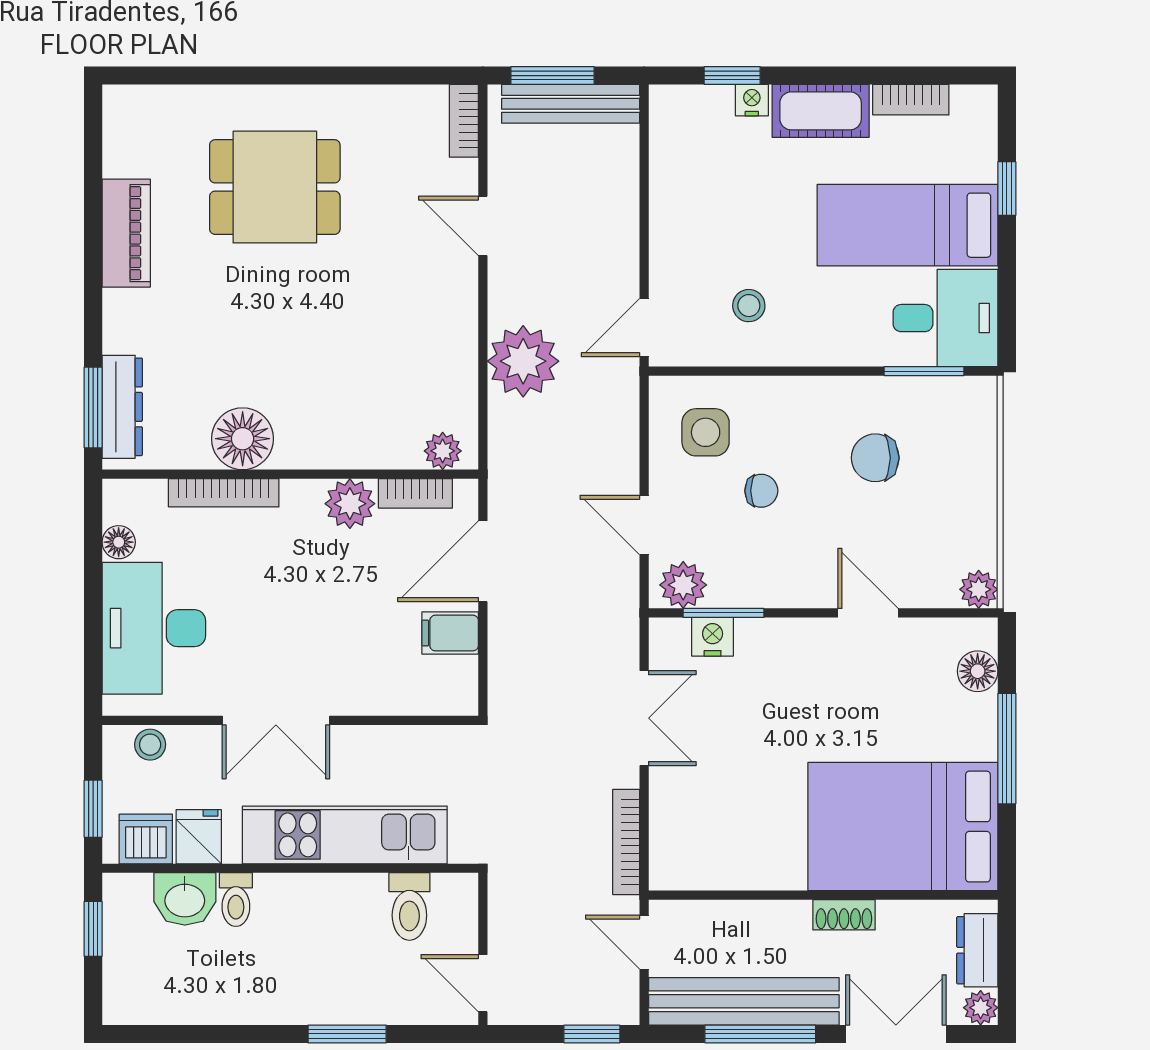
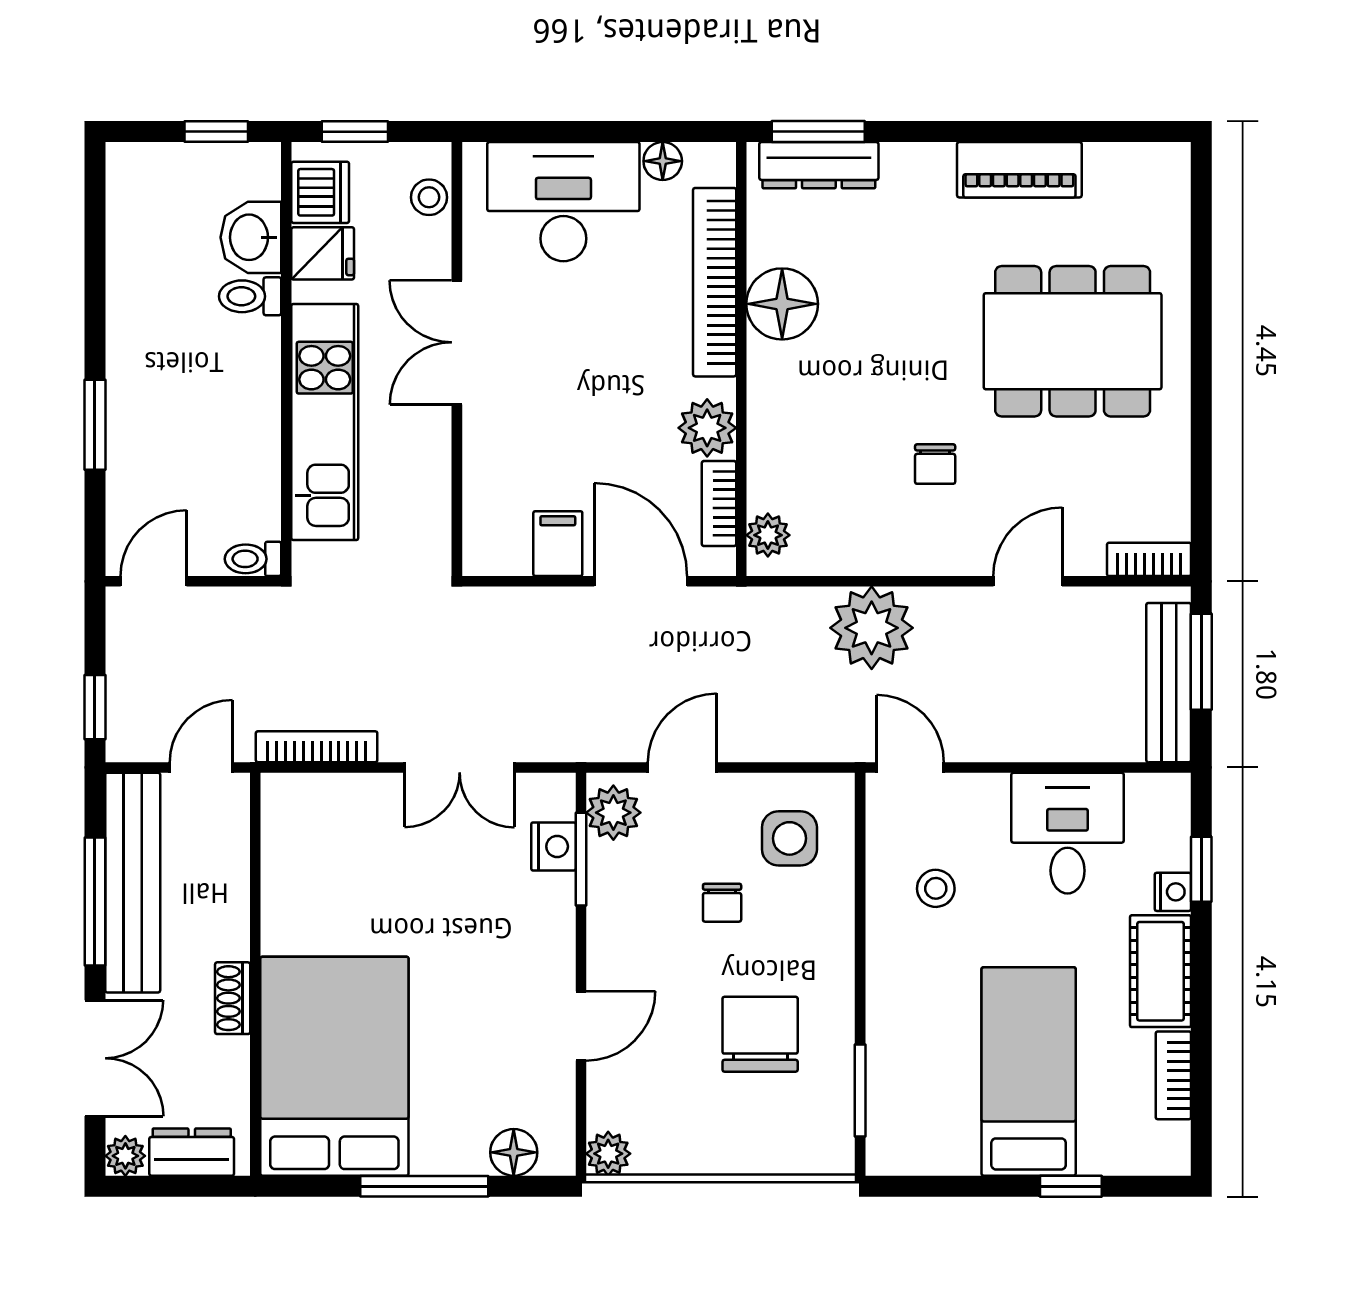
dining table: (275, 187) -> (1073, 341), width x1.38
chair: (381, 306) -> (935, 464), added
desk: (945, 318) -> (1068, 833), moved, turned 180
chair: (875, 458) -> (760, 1034), width x1.37, depth x1.37
bookcase: (224, 493) -> (715, 282), width x1.48, depth x1.31
toilet: (409, 907) -> (253, 559), moved, width x0.73, depth x0.72

